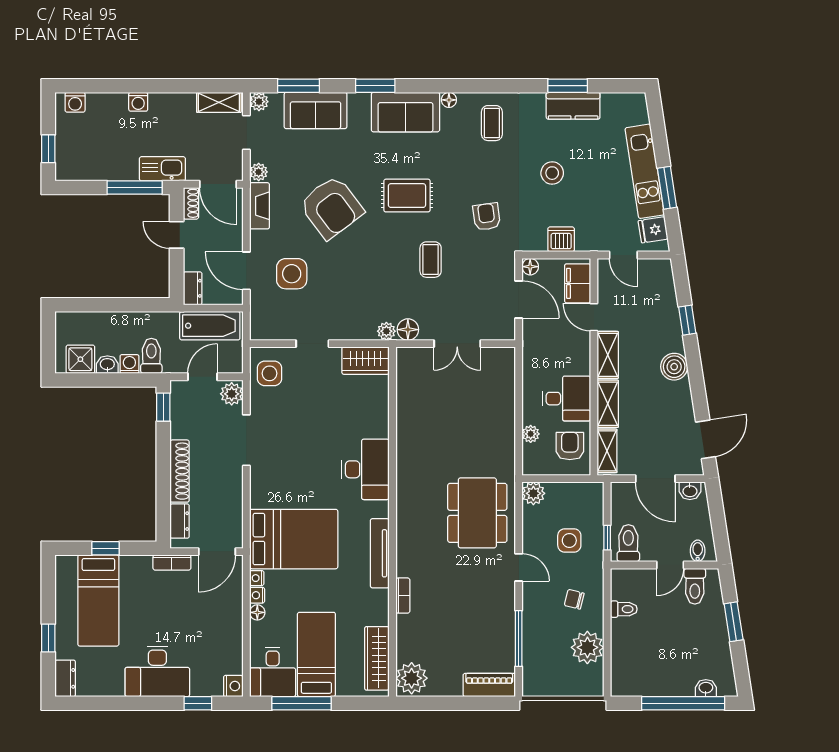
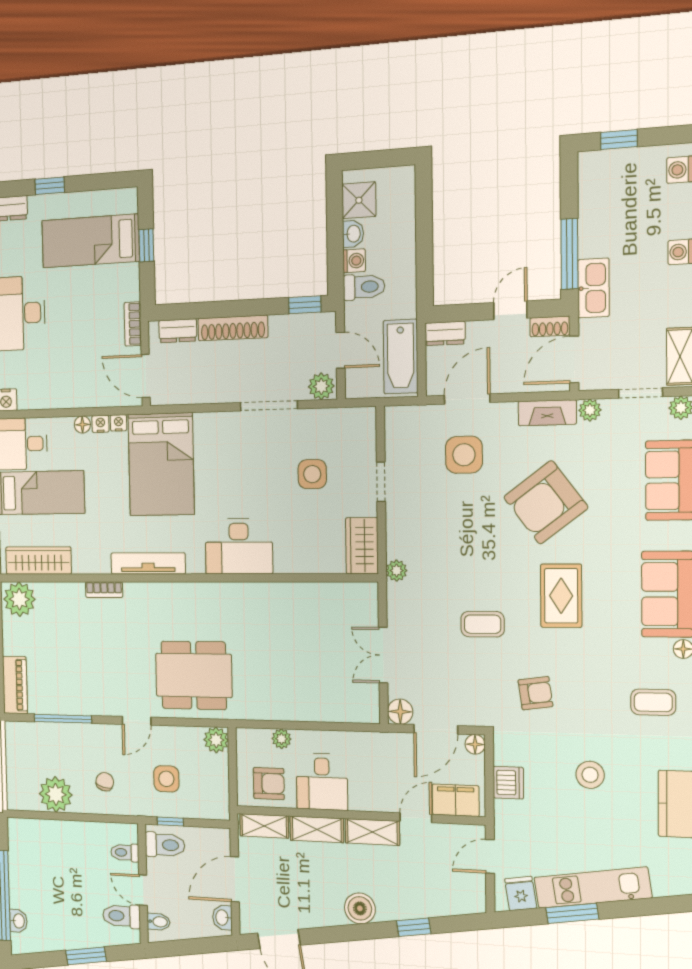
floor lamp: (408, 330) -> (400, 712), moved
side table: (270, 373) -> (312, 474), moved
toilet: (624, 609) -> (125, 853), moved, turned 90

